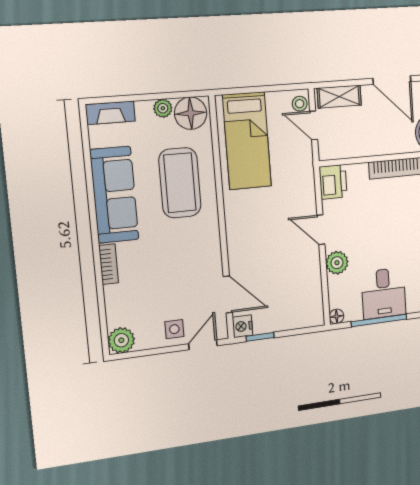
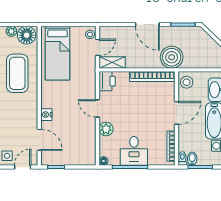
shelving: (339, 97) -> (112, 62), moved
door: (314, 125) -> (98, 47), swing flipped
nightstand: (243, 326) -> (46, 115), moved

